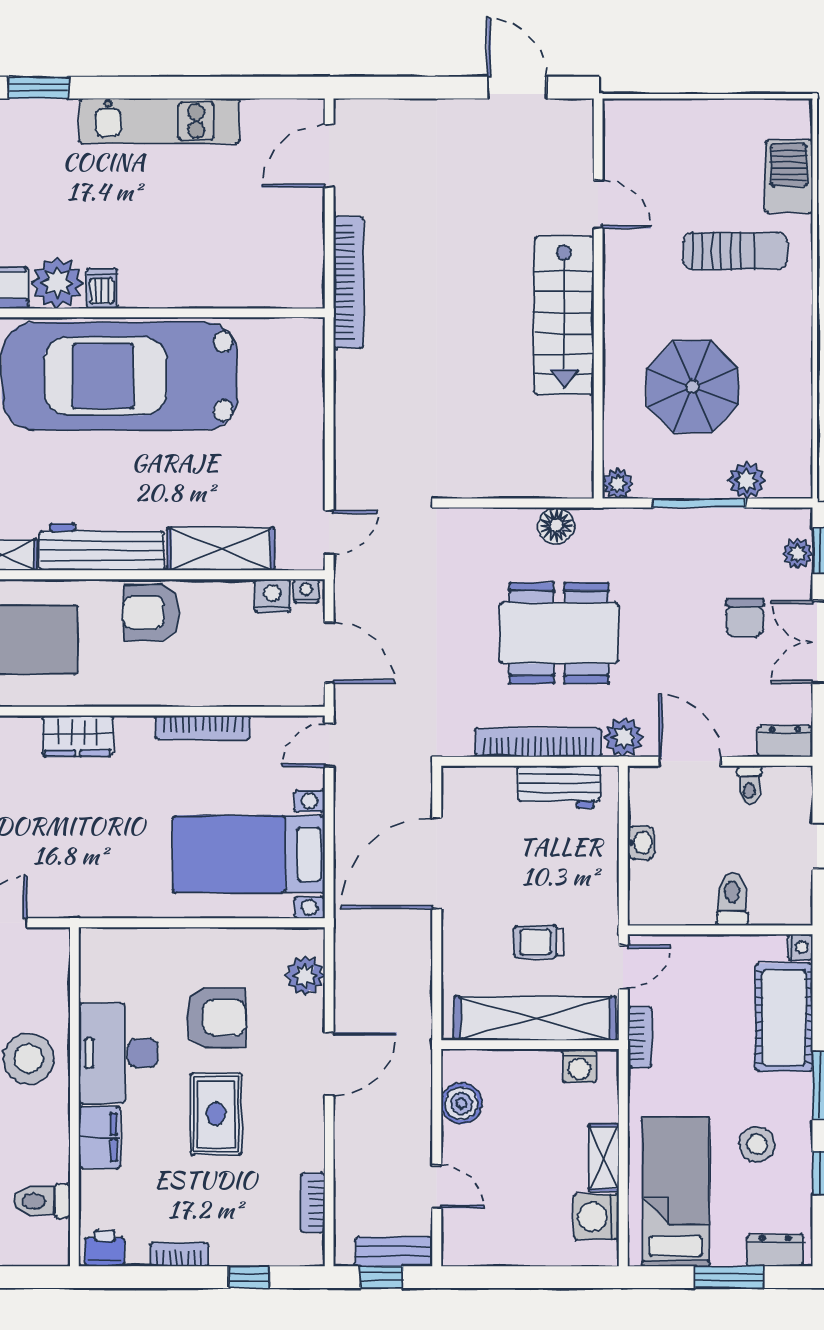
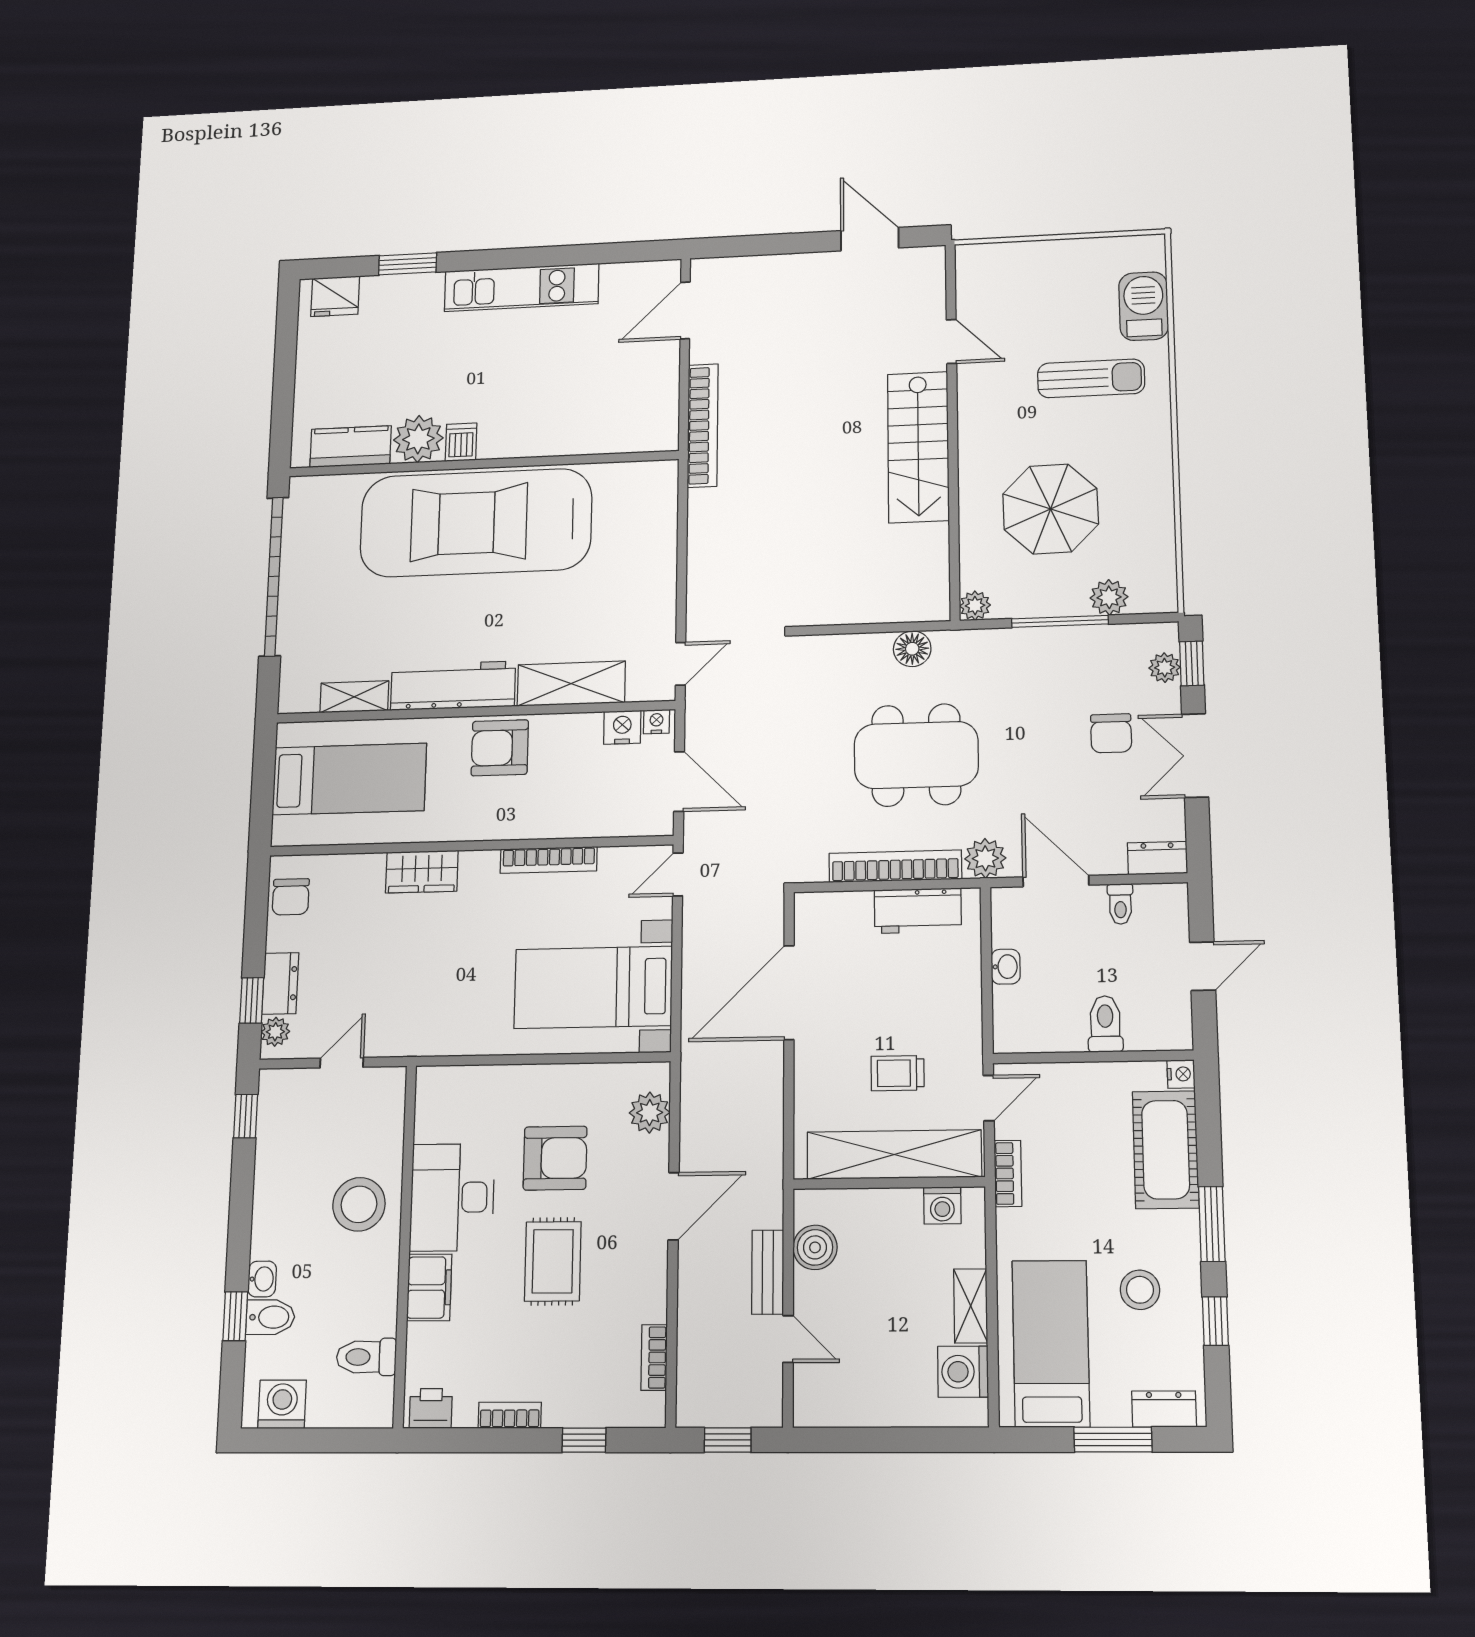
bench: (394, 1252) -> (768, 1272), moved, turned 90

